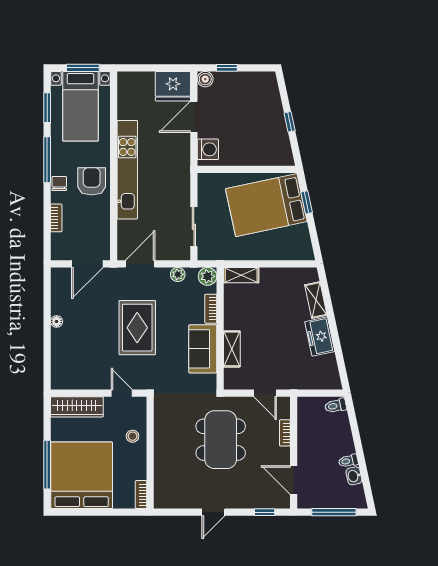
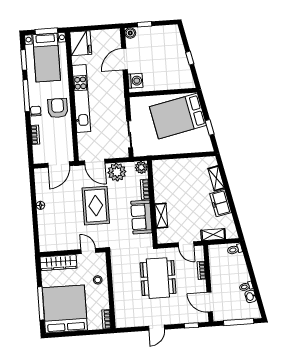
fridge: (173, 86) -> (81, 43), moved, turned -90
window: (307, 202) -> (210, 127), moved
door: (140, 264) -> (95, 162), swing flipped
plant: (178, 274) -> (117, 172), width x1.88, depth x1.88
shelving: (241, 275) -> (213, 235), moved

